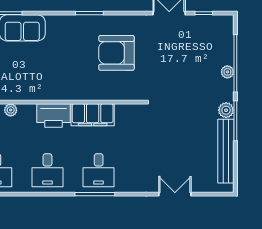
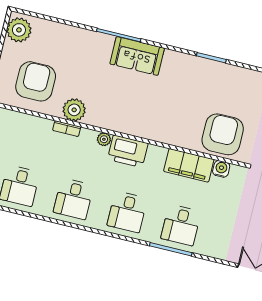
armchair: (116, 53) -> (223, 134), moved, turned 90
water cooler: (122, 111) -> (221, 169), added
printer: (53, 116) -> (128, 151), moved

